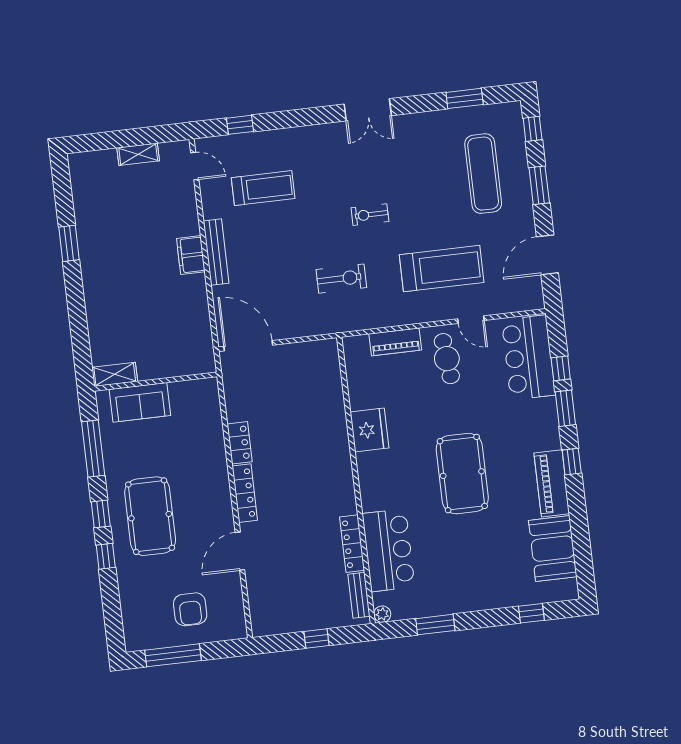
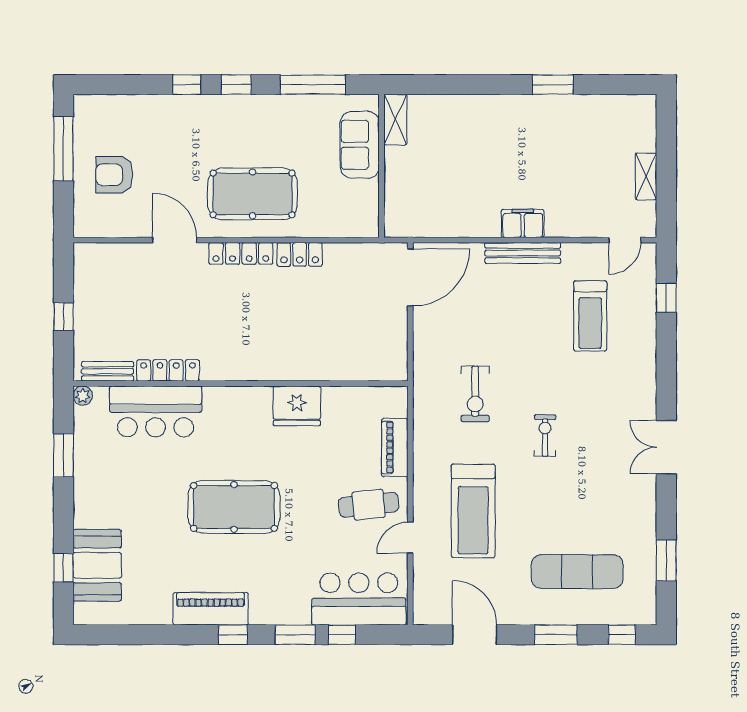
pool table: (150, 516) -> (252, 194), moved
booth: (553, 549) -> (97, 565), moved, turned 90

